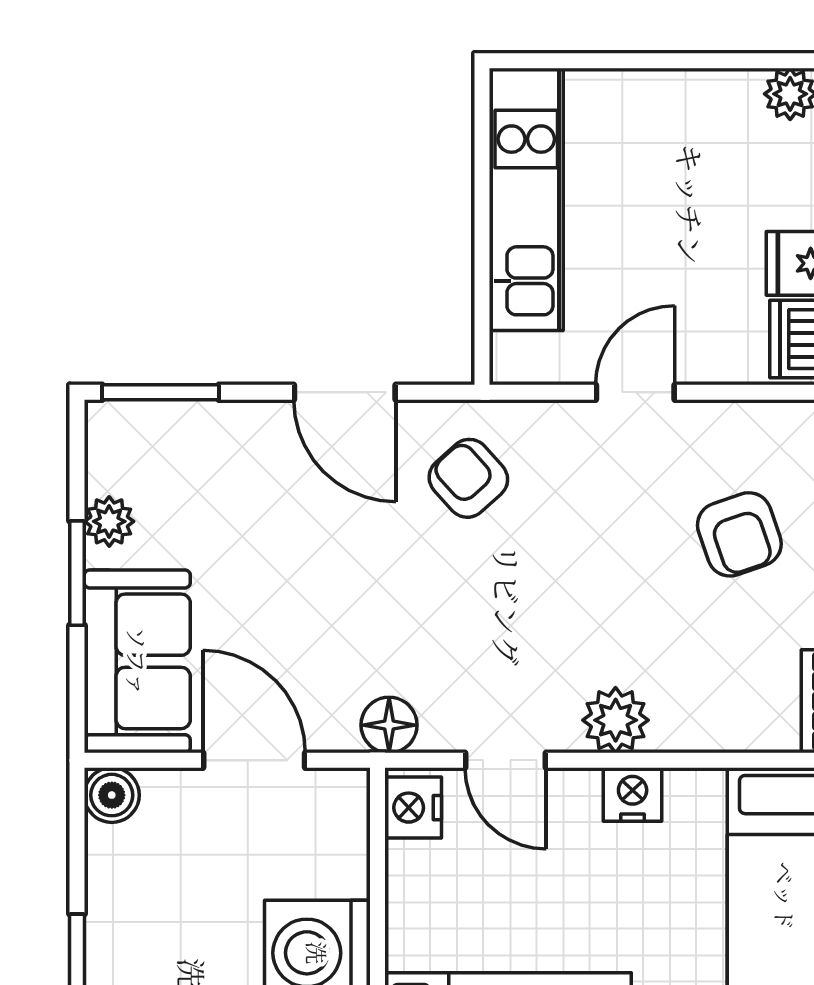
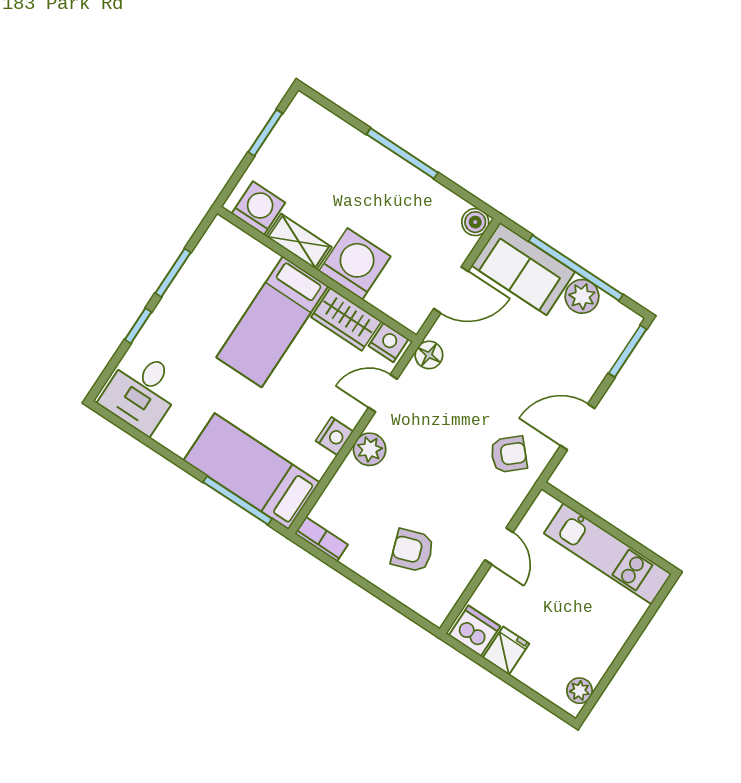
plant: (109, 521) -> (582, 296), width x1.38, depth x1.38
window: (77, 573) -> (576, 268), width x2.11
wardrobe: (421, 905) -> (346, 319), added

